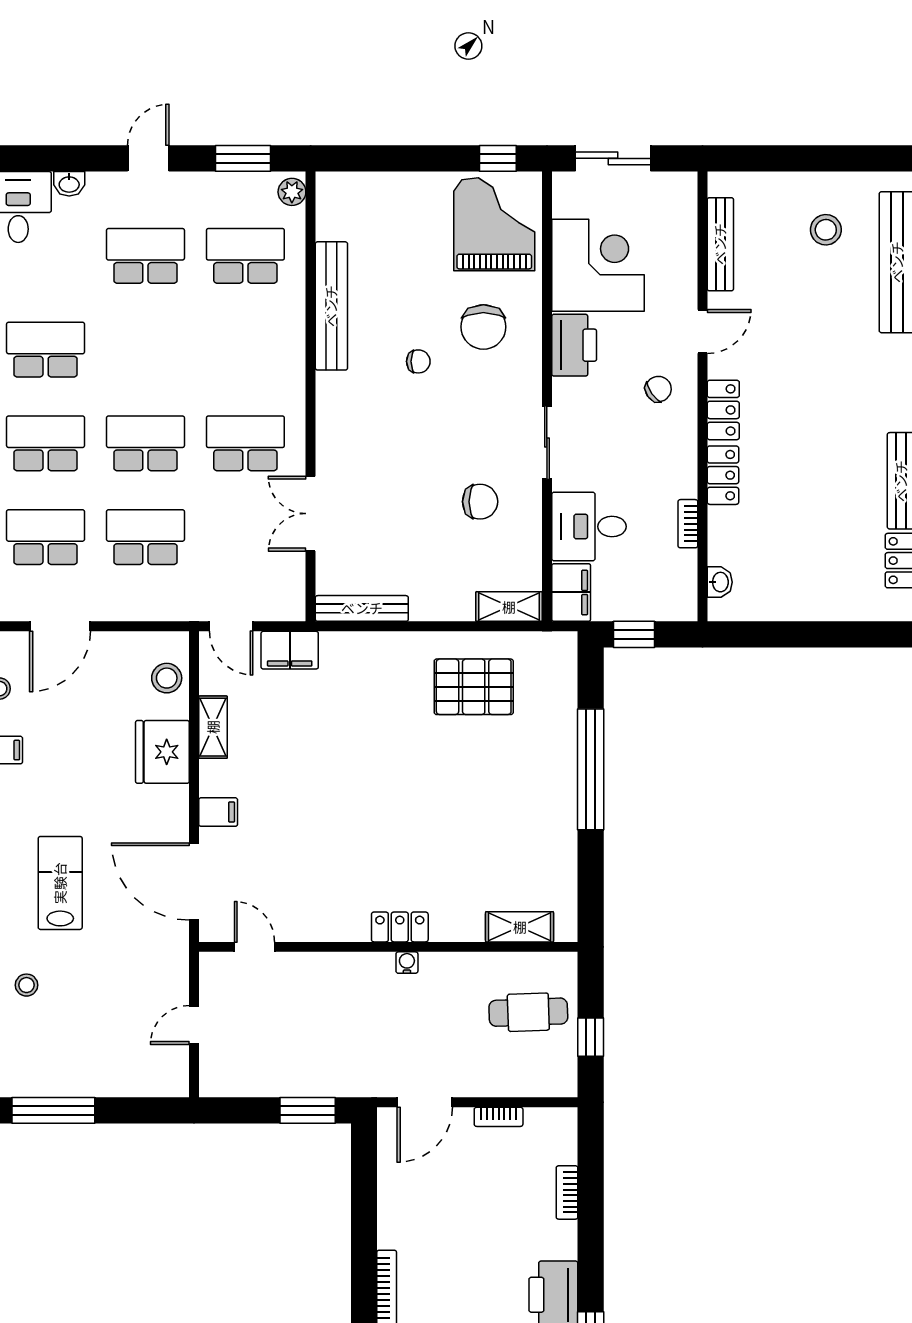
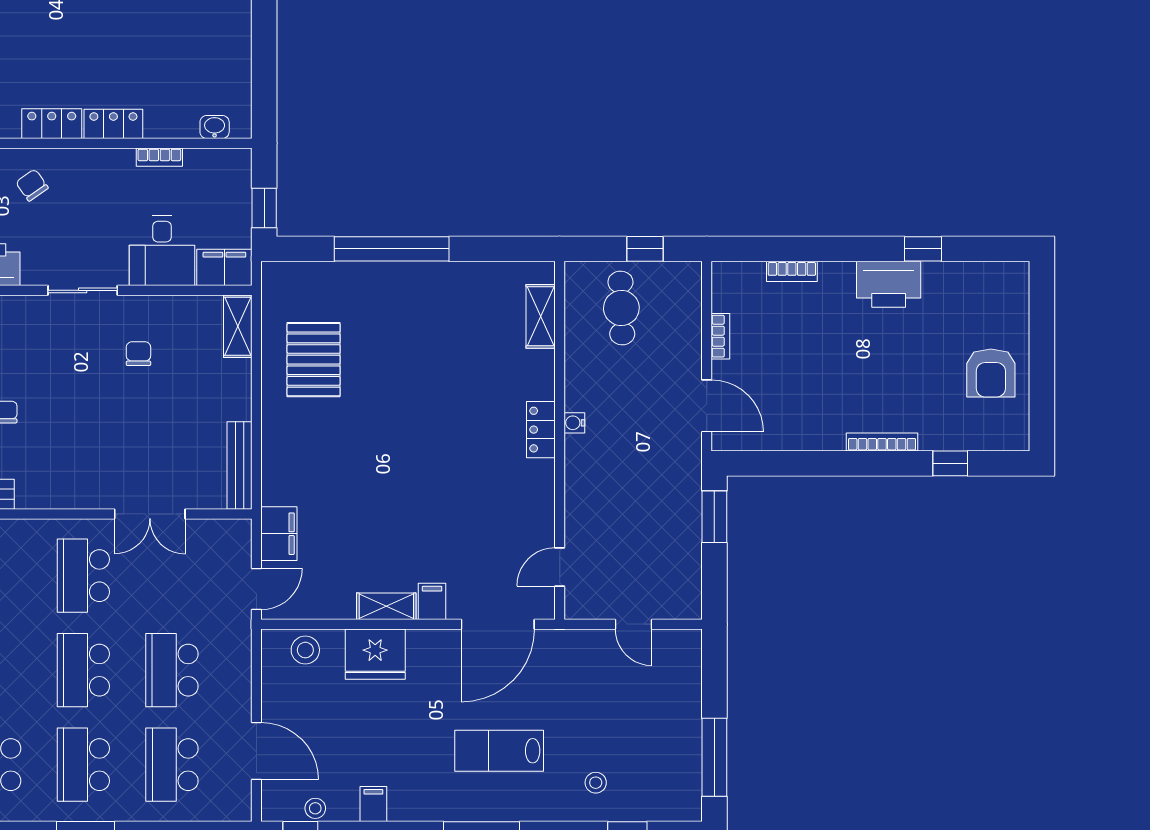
chair: (480, 502) -> (138, 354), width x0.73, depth x0.73
shelving: (213, 727) -> (386, 606), moved

